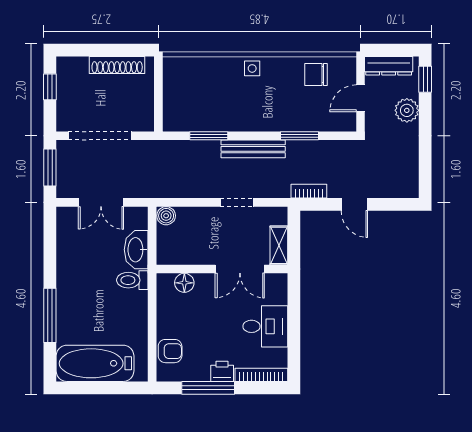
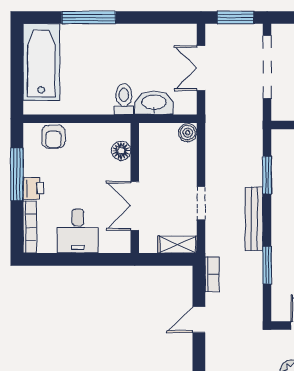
shelving: (279, 245) -> (177, 244), moved

